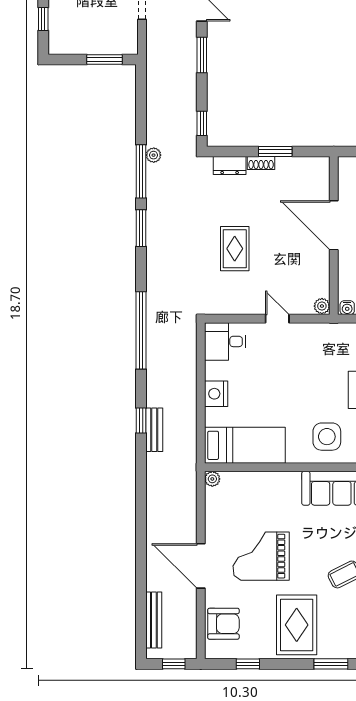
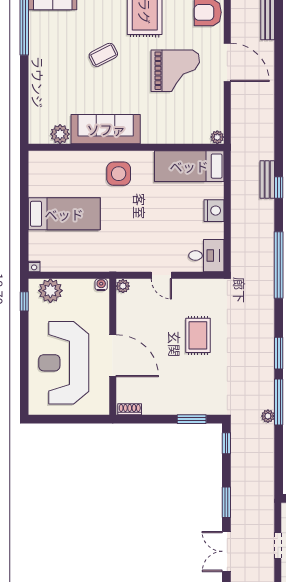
window: (275, 151) -> (192, 419), moved
shoe rack: (261, 163) -> (130, 409), moved
dresser: (230, 165) -> (202, 407), removed

